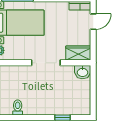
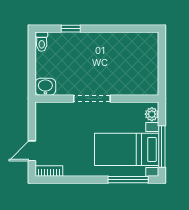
wardrobe: (78, 53) -> (51, 111), removed
toilet: (18, 107) -> (42, 42), moved

